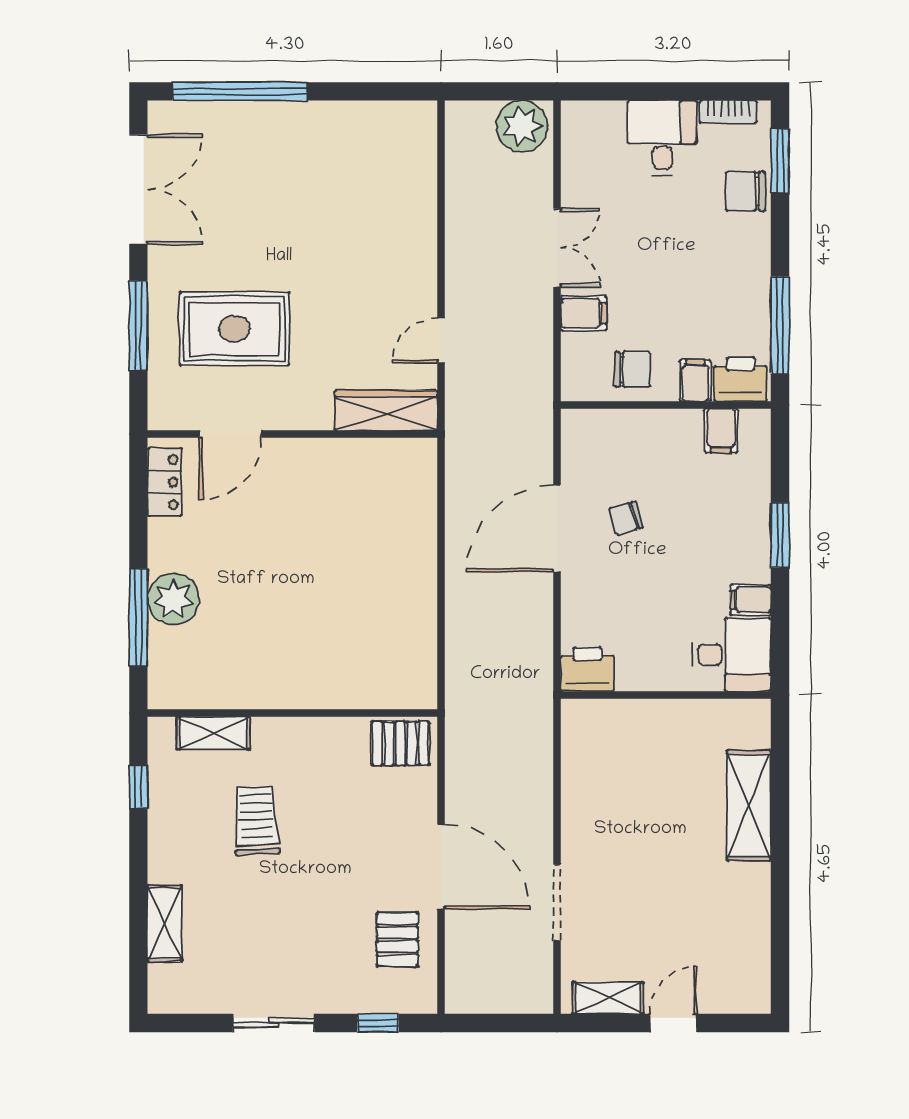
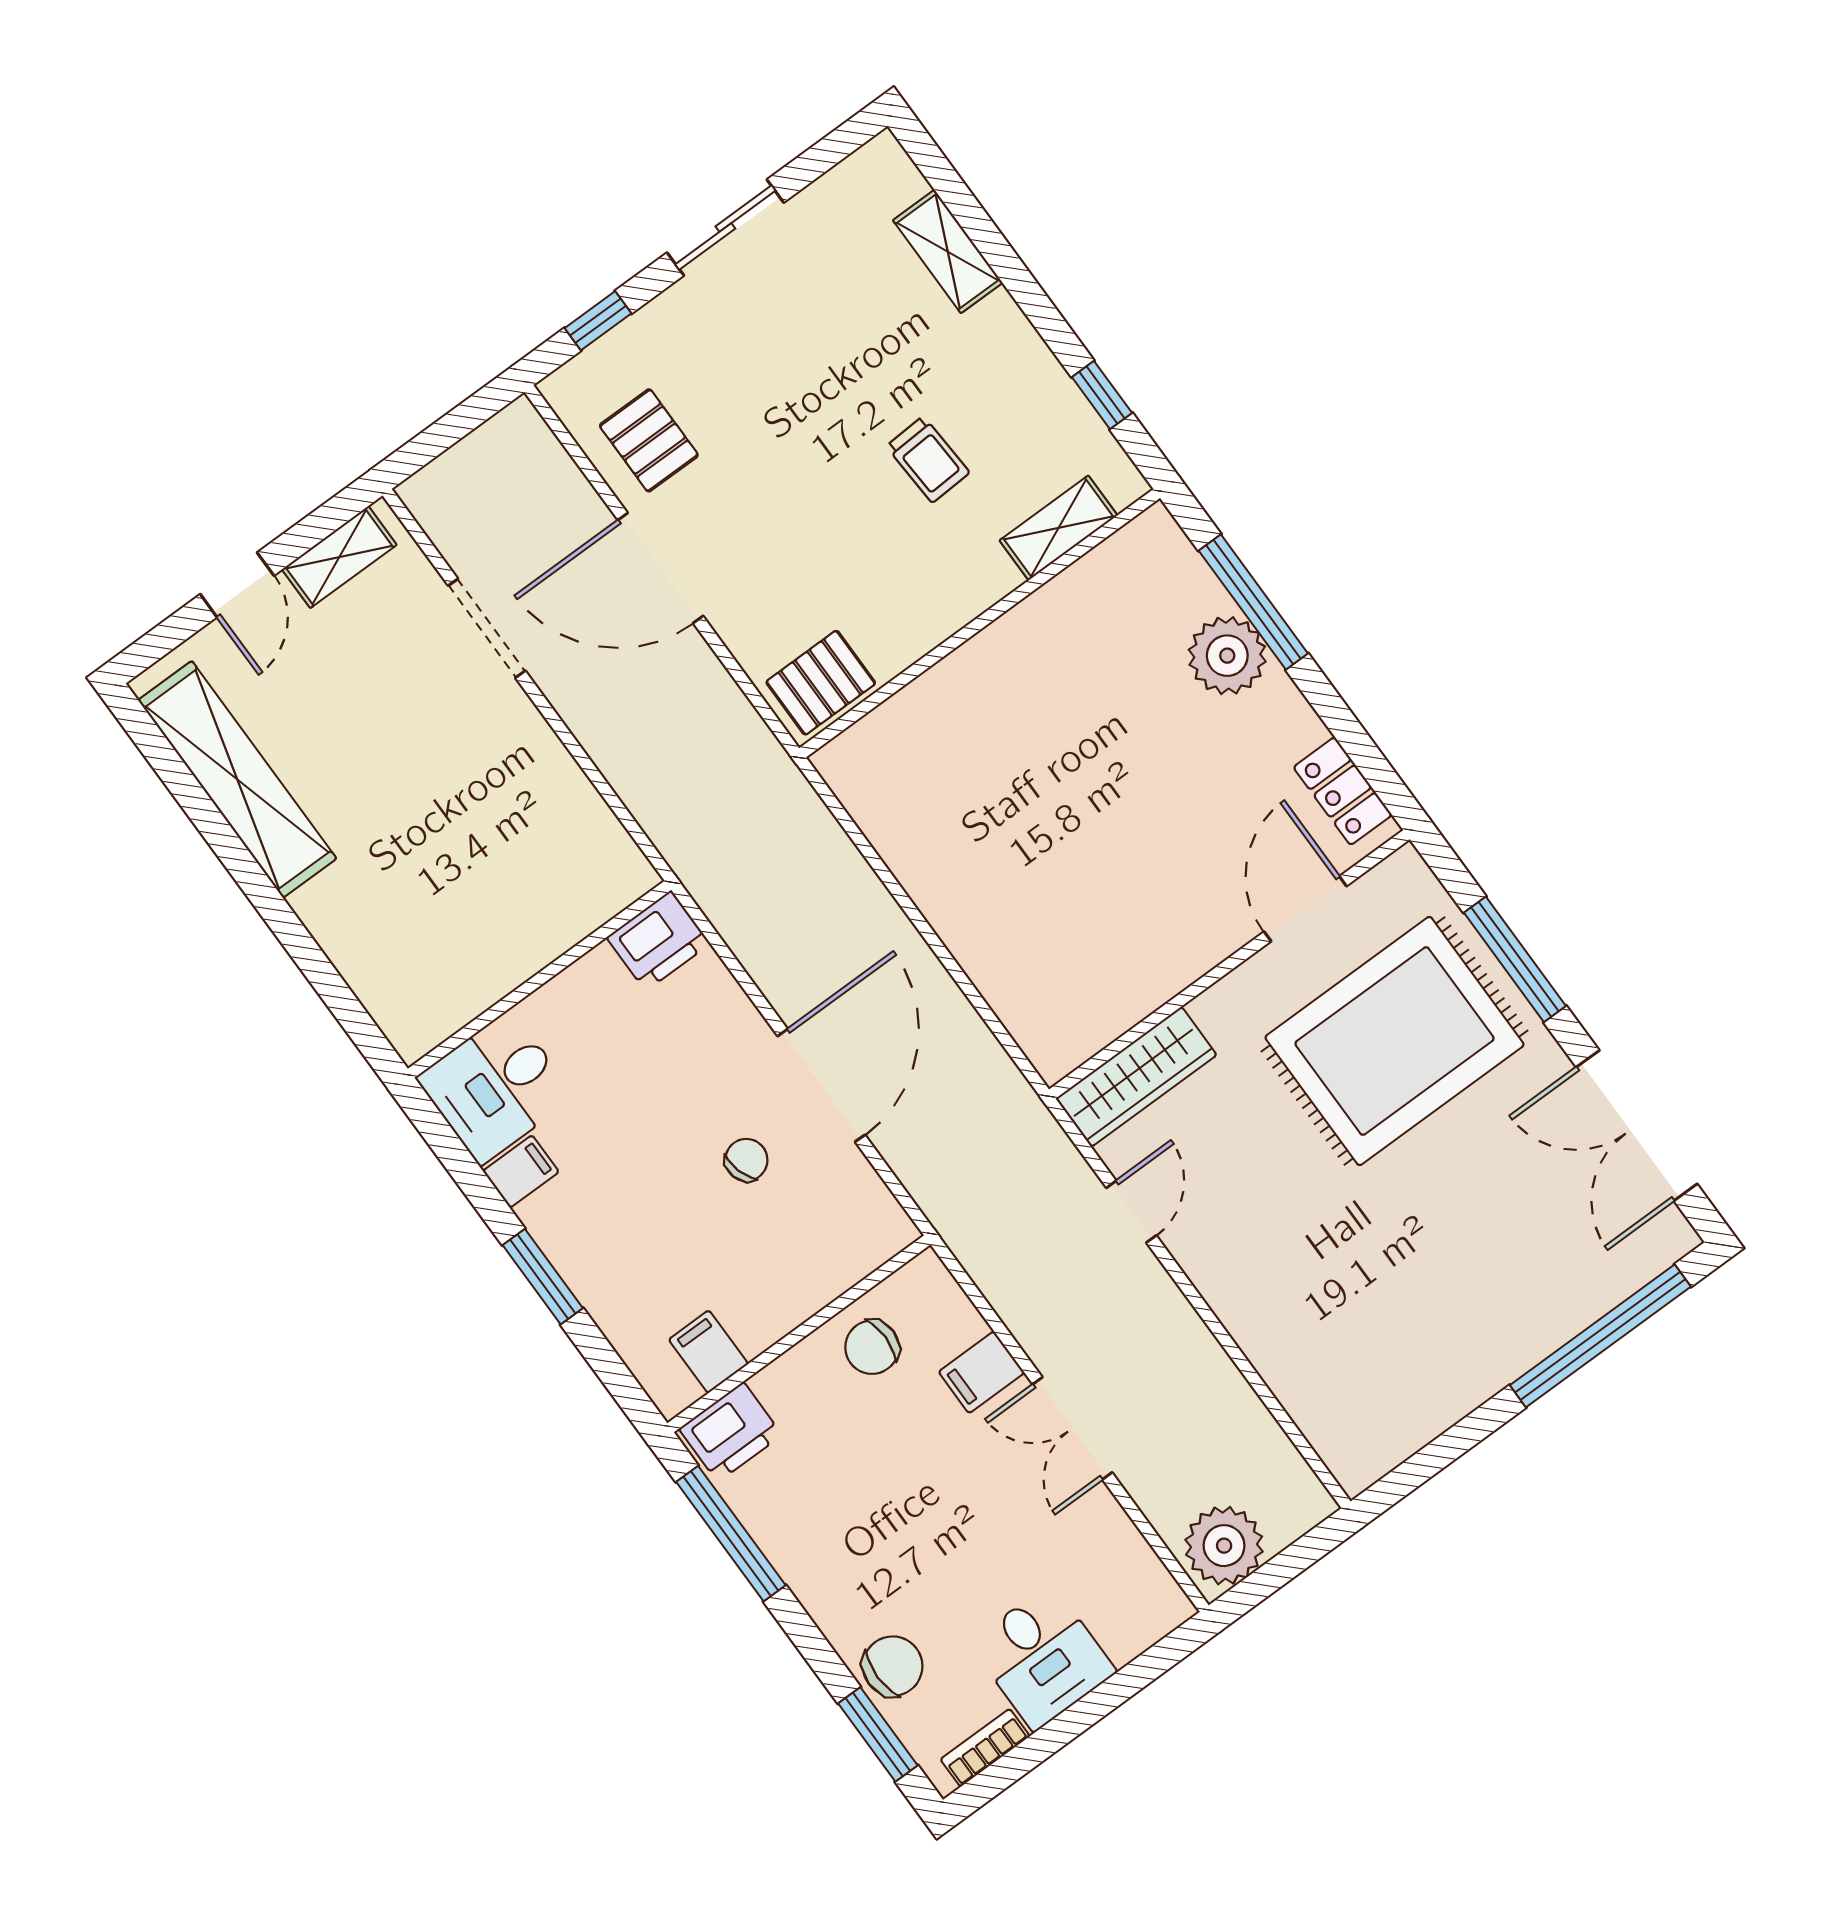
rug: (234, 329) -> (1395, 1041), width x1.37, depth x1.44
filing cabinet: (695, 381) -> (785, 1390), removed
shelving: (749, 806) -> (237, 779), moved, width x1.47
trolley: (256, 821) -> (928, 459), width x0.73, depth x0.72

